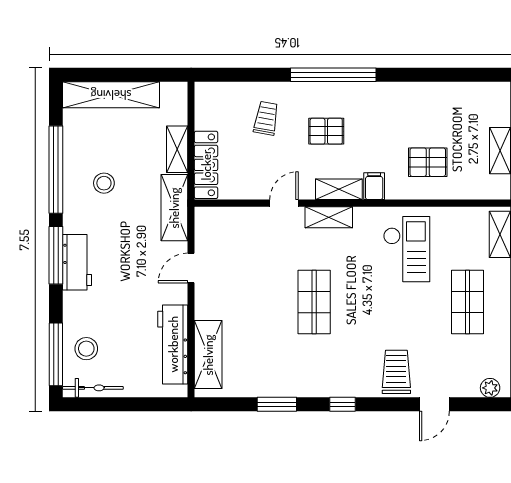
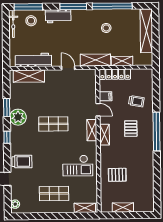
pallet: (428, 162) -> (117, 175), turned 90
filing cabinet: (374, 186) -> (106, 96), moved
workbench: (77, 262) -> (58, 16), moved
plant: (299, 380) -> (18, 117), added

